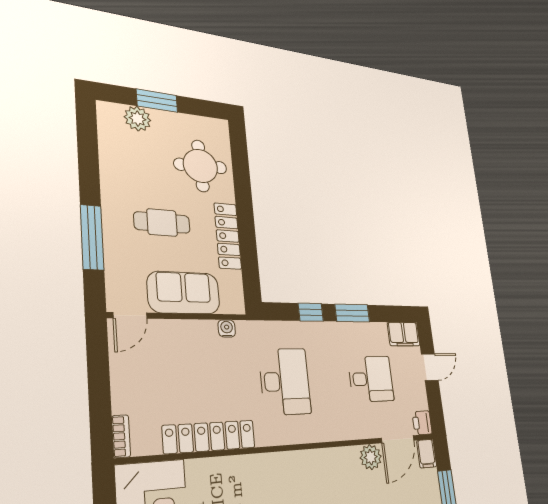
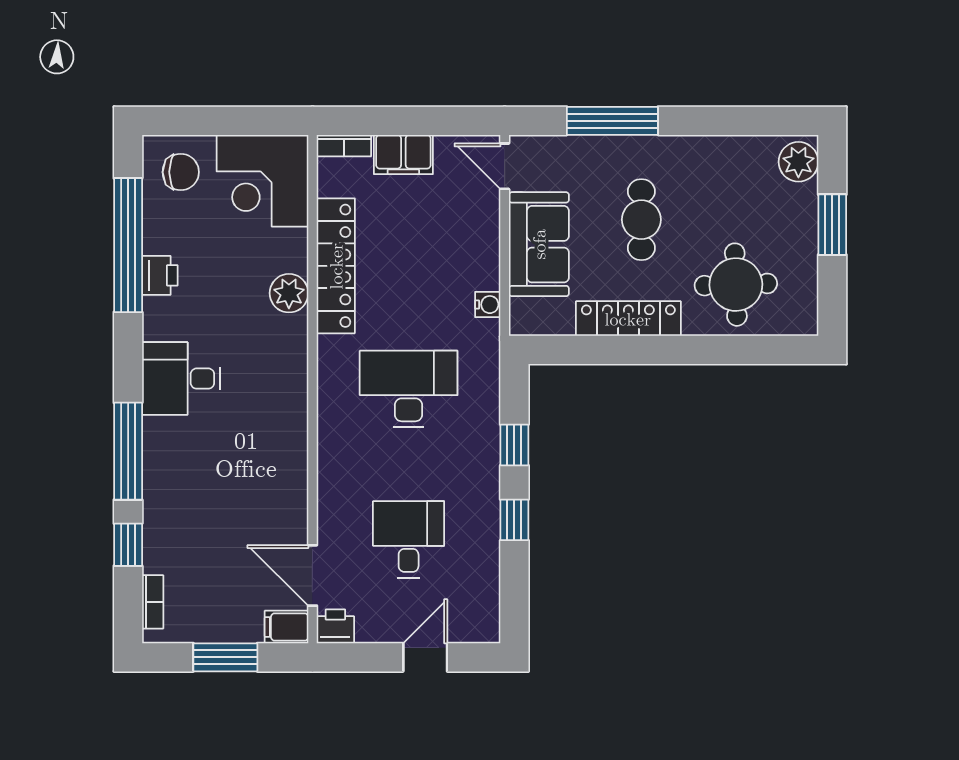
plant: (138, 119) -> (798, 162), moved
window: (352, 313) -> (514, 520), width x0.67
filing cabinet: (404, 334) -> (403, 154), moved, turned -90
door: (430, 367) -> (425, 657), swing flipped
desk: (371, 379) -> (409, 540), turned 180
desk: (285, 382) -> (409, 389), turned 180
plant: (371, 457) -> (289, 293), moved

